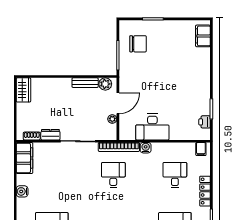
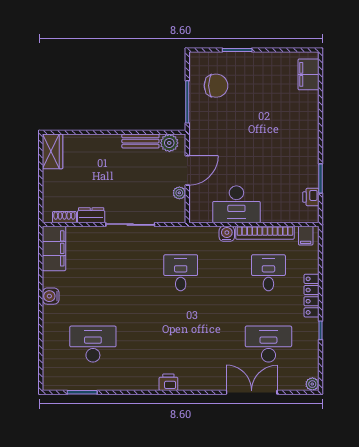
bookcase: (119, 147) -> (265, 233), moved

